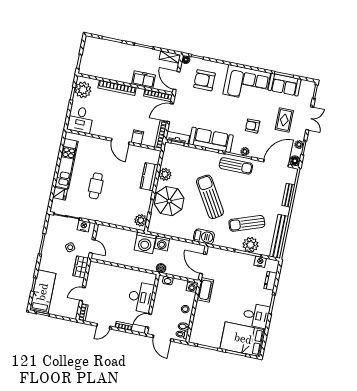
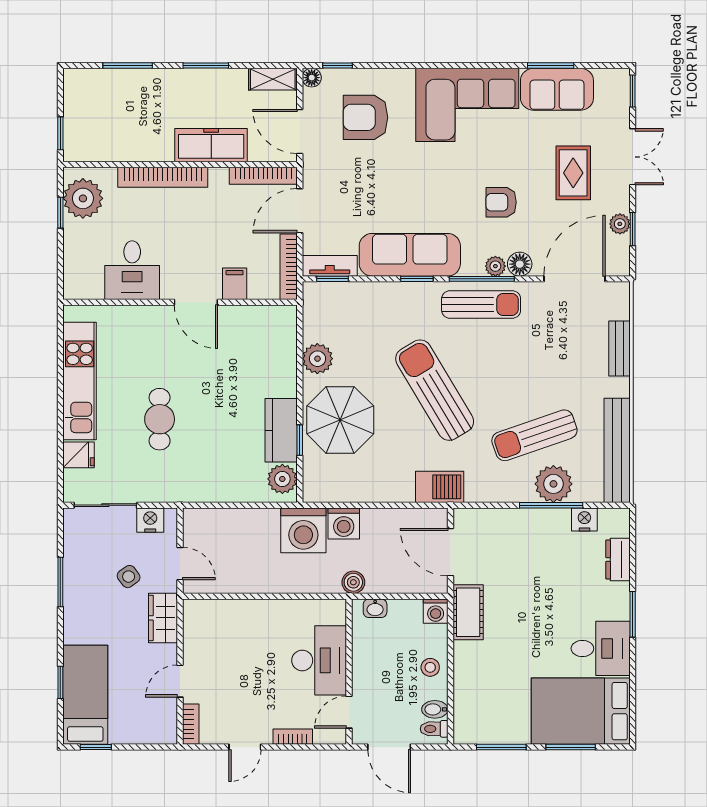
freezer: (144, 80) -> (211, 145), width x1.40
desk: (81, 120) -> (132, 270), moved
floor lamp: (295, 161) -> (520, 264), moved
kitchen counter: (149, 177) -> (281, 430), moved

